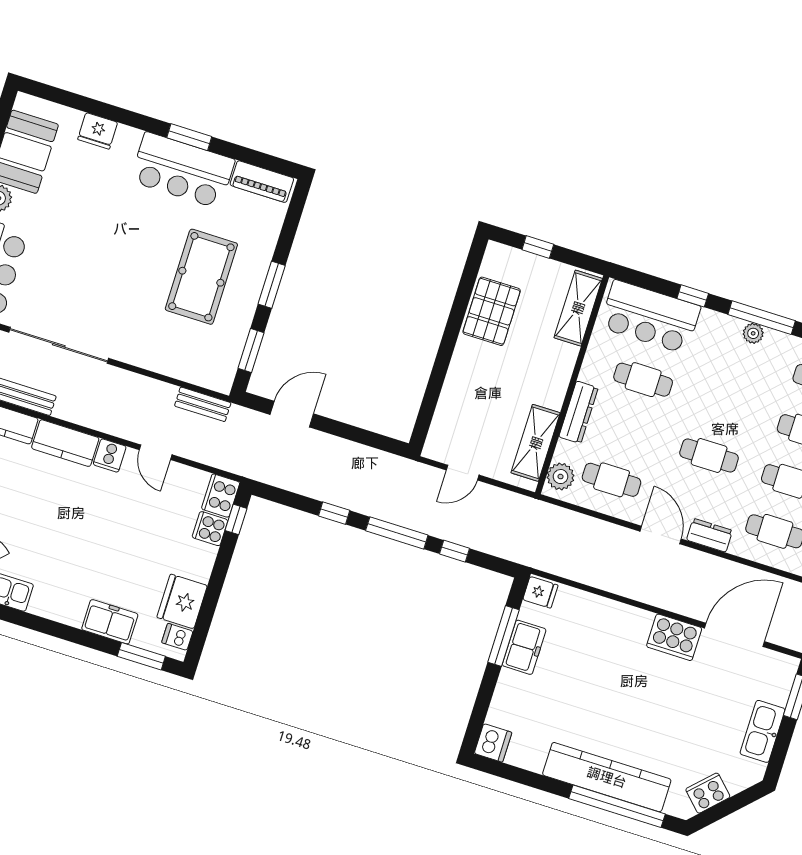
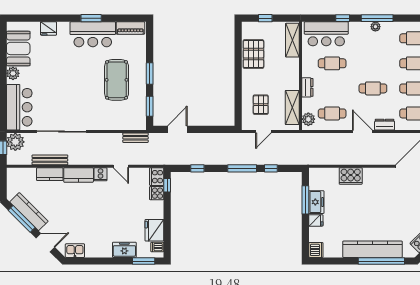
dresser: (579, 412) -> (307, 87), width x0.70
pallet: (474, 417) -> (261, 105), added
window: (334, 513) -> (197, 168), moved
fridge: (540, 592) -> (316, 220), moved
cooker: (674, 637) -> (351, 176), moved

